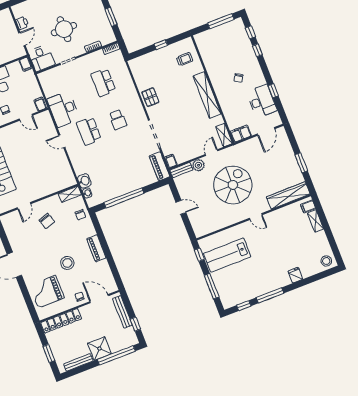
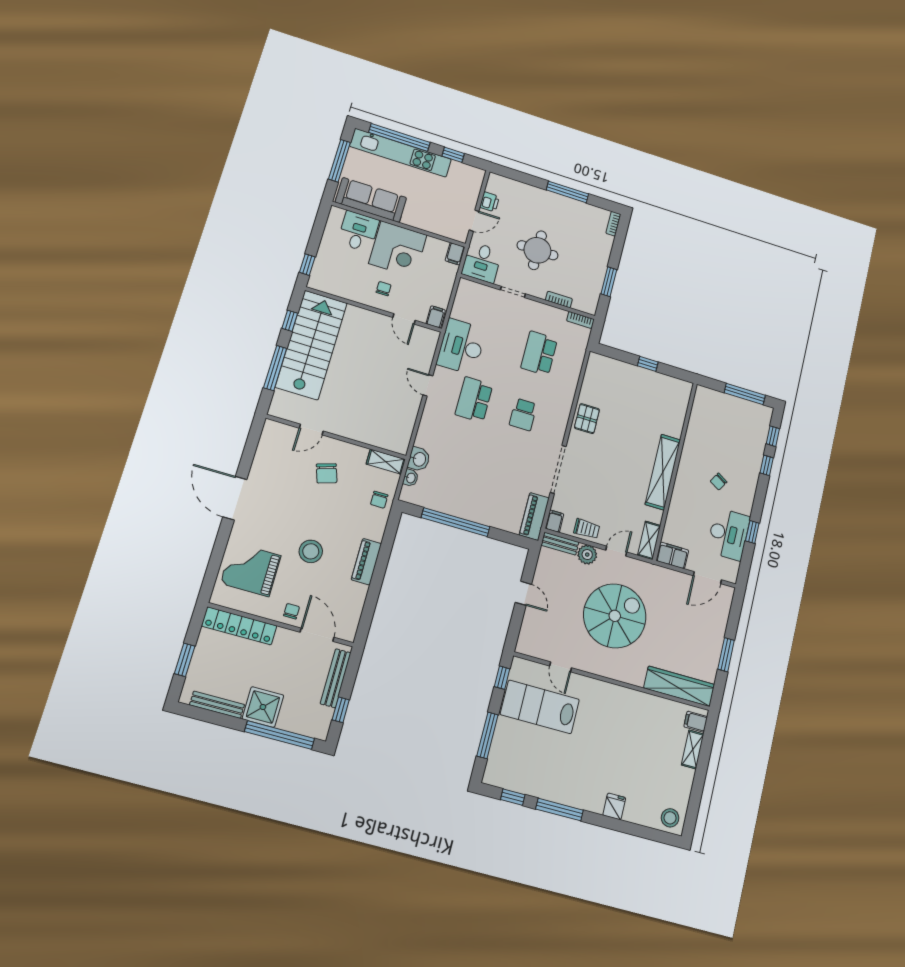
trolley: (185, 59) -> (587, 529), moved
door: (256, 216) -> (561, 667), moved

